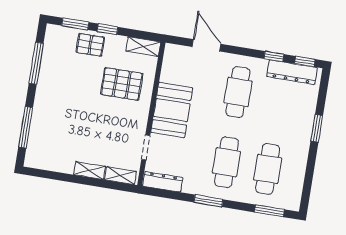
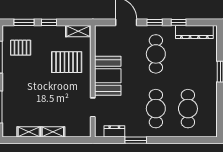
pallet: (90, 45) -> (21, 48), moved
window: (305, 61) -> (155, 22), moved
shelving: (121, 176) -> (29, 132), moved
dresser: (163, 182) -> (114, 131), width x0.70
window: (209, 201) -> (136, 140), moved
window: (269, 211) -> (194, 140), removed

